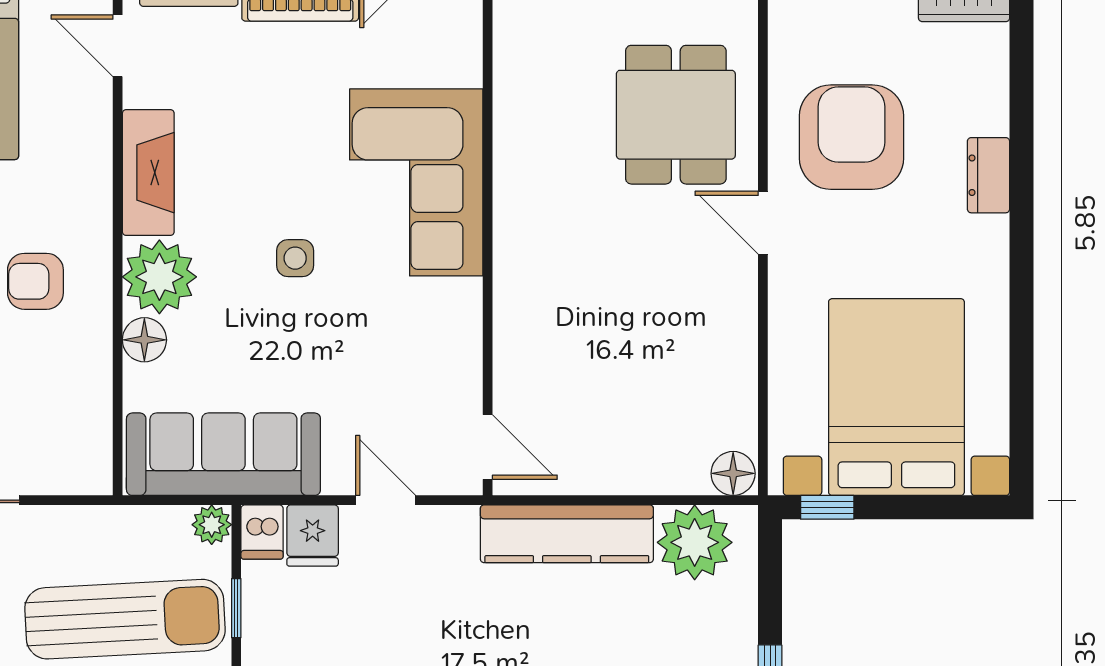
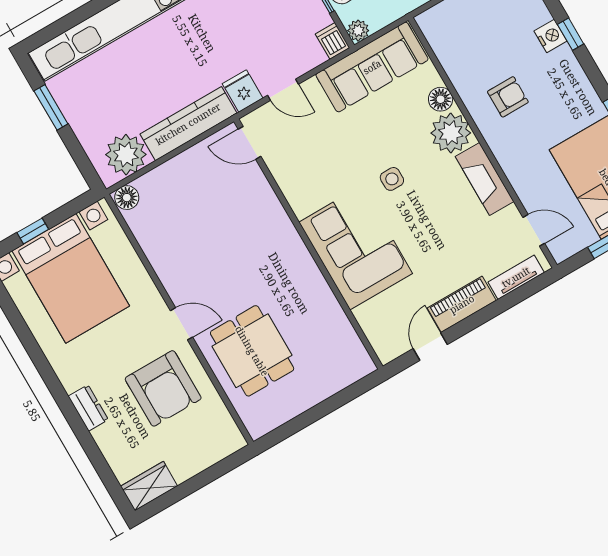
window: (827, 507) -> (33, 231), moved
fridge: (313, 536) -> (243, 91), moved

